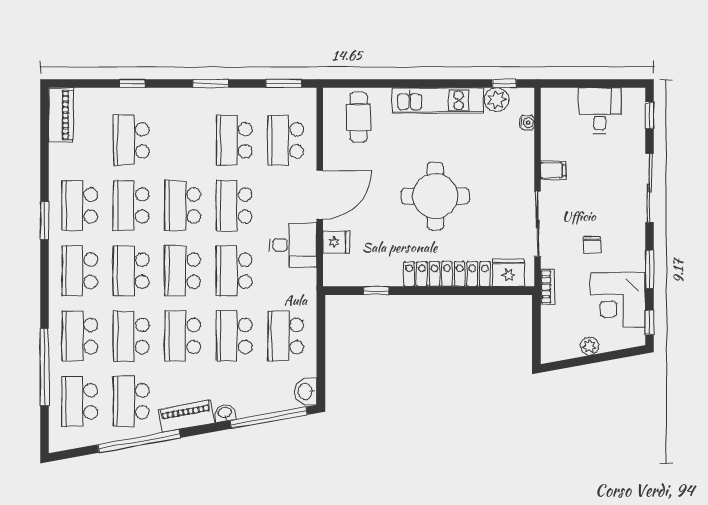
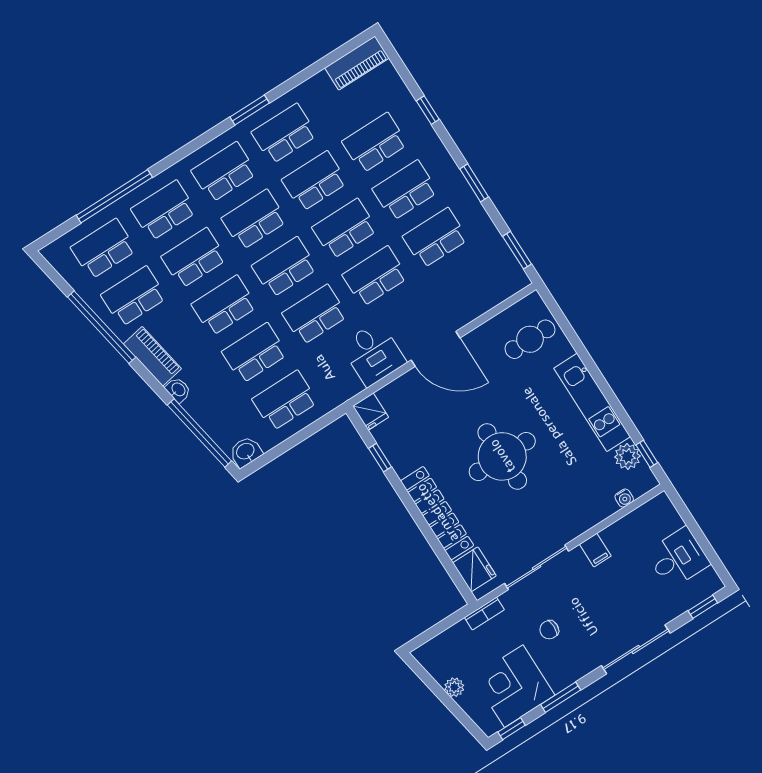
school desk: (286, 140) -> (405, 190), moved
fridge: (336, 242) -> (371, 412), moved

